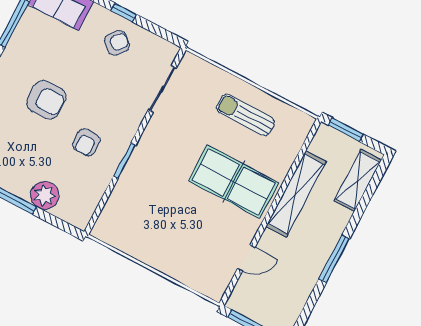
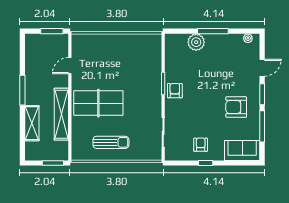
armchair: (117, 43) -> (201, 145), turned 138
armchair: (46, 100) -> (236, 107), moved
armchair: (86, 142) -> (175, 91), moved
shelving: (358, 180) -> (32, 123), moved

